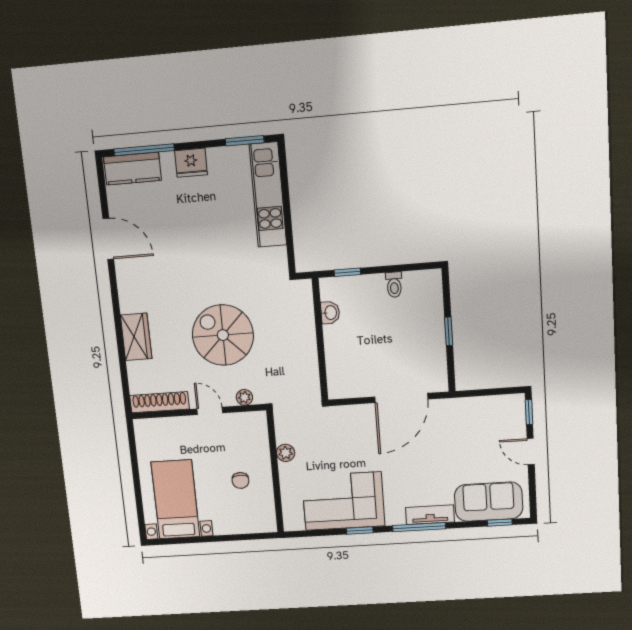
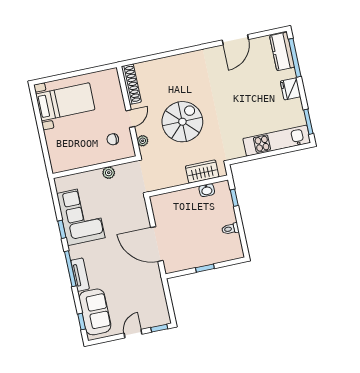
wardrobe: (136, 337) -> (202, 172), moved, turned 180
chair: (240, 481) -> (113, 139), moved

